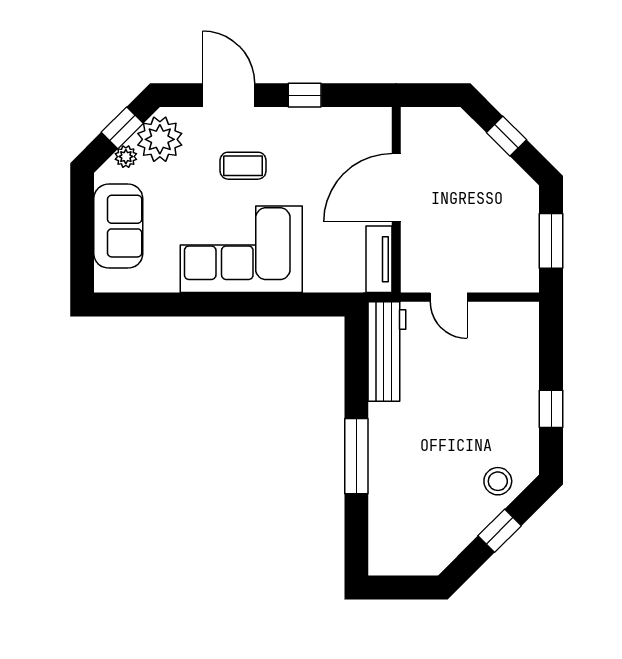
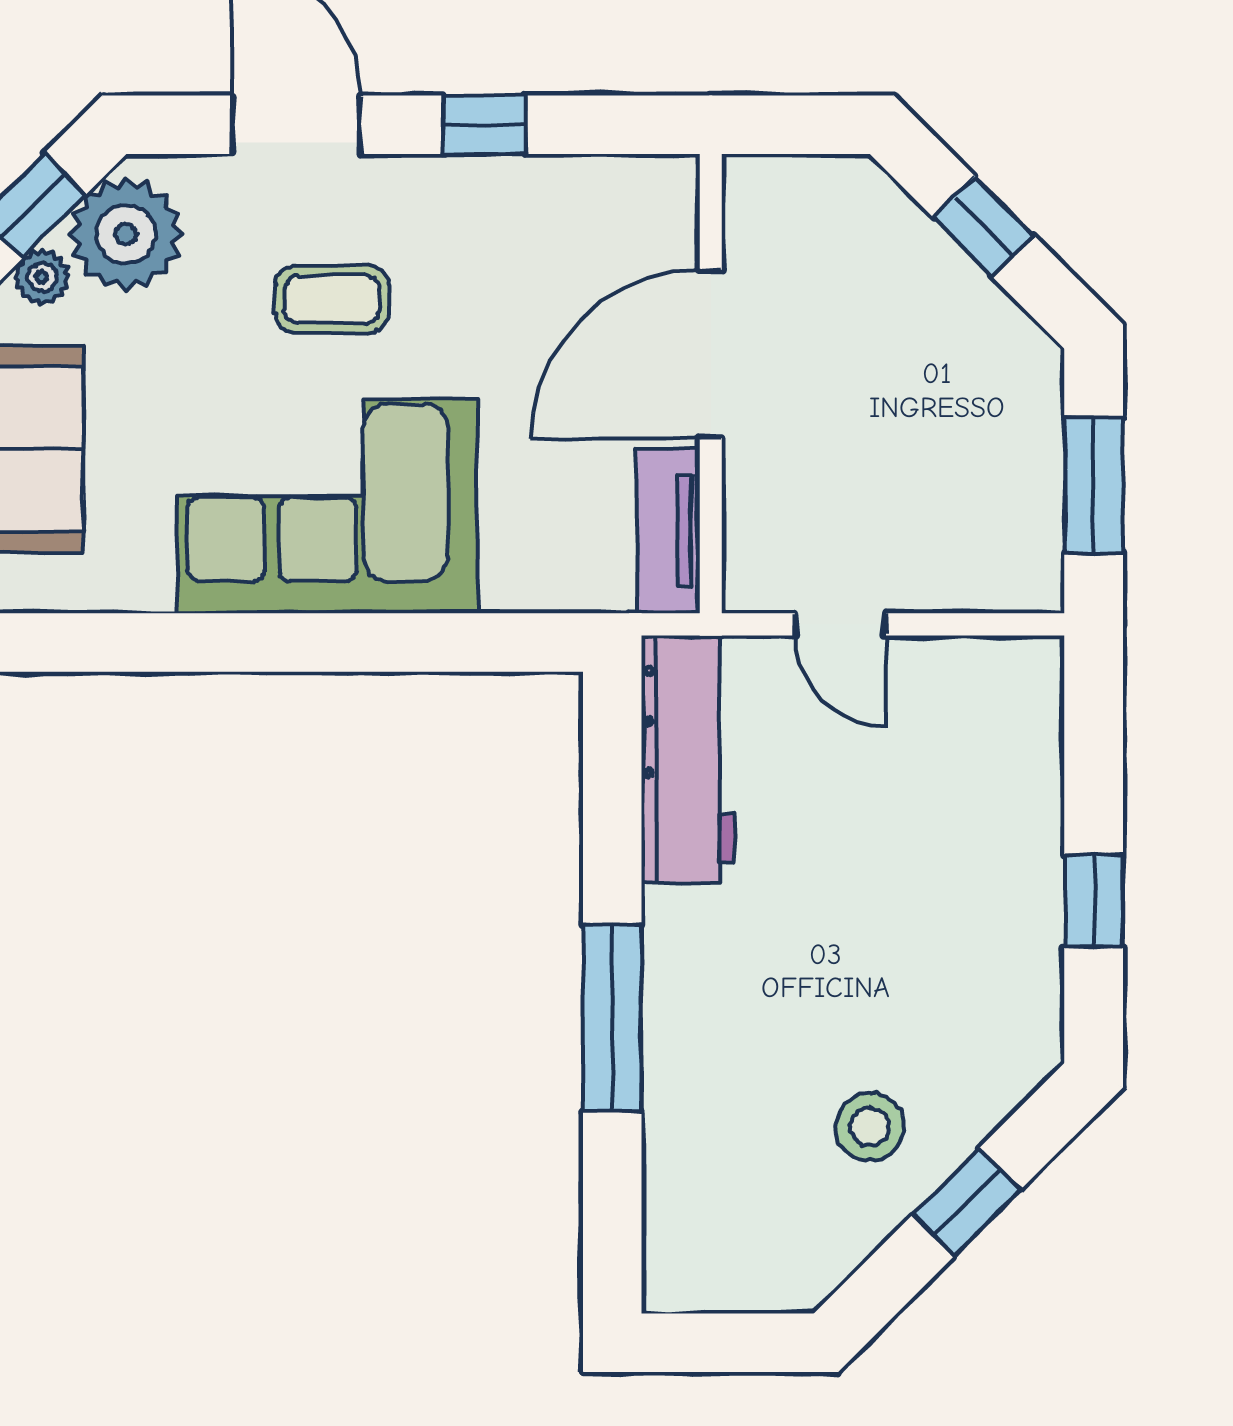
stool: (498, 481) -> (870, 1127), moved

